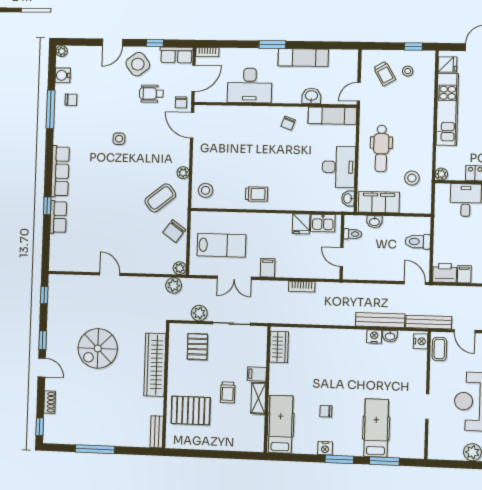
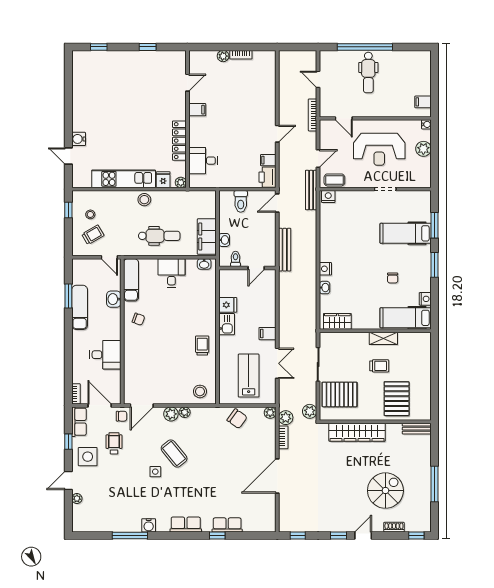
door: (113, 42) -> (68, 480), swing flipped
window: (272, 45) -> (68, 296), moved
plant: (62, 51) -> (77, 499), moved
side table: (138, 64) -> (88, 457), turned 37
fridge: (447, 64) -> (163, 180), moved
water cooler: (63, 75) -> (149, 525), moved
desk: (250, 85) -> (105, 355), width x0.73
wheelchair: (151, 94) -> (114, 443), turned 180
chair: (71, 100) -> (121, 517), removed
plant: (182, 157) -> (171, 414), added
desk: (339, 167) -> (171, 273), width x0.73
row of seats: (60, 171) -> (186, 525), width x0.68
stool: (412, 178) -> (144, 200), moved
coffee table: (160, 198) -> (174, 454), moved
kitchen sink: (323, 223) -> (227, 324), moved
door: (110, 274) -> (277, 476), width x1.88
bookcase: (302, 286) -> (283, 437), moved
plant: (199, 313) -> (310, 411), moved
bench: (380, 320) -> (285, 250), moved
washbasin: (390, 336) -> (325, 288), moved
nightstand: (374, 337) -> (325, 269), moved
pallet: (197, 347) -> (340, 394), width x1.50, depth x1.42
spiral stairs: (98, 348) -> (385, 491), moved, turned -90
filing cabinet: (257, 374) -> (362, 340), removed
nightstand: (325, 448) -> (425, 299), moved

